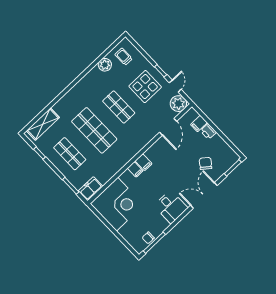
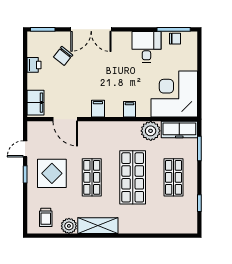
plant: (178, 104) -> (151, 131), moved
shelving: (43, 124) -> (98, 226), moved
filing cabinet: (199, 124) -> (36, 103), width x2.00
door: (168, 127) -> (65, 119), swing flipped
printer: (208, 132) -> (34, 65), moved
filing cabinet: (144, 162) -> (98, 109), moved
freezer: (91, 189) -> (179, 130), width x1.40
desk: (171, 207) -> (146, 47), moved

